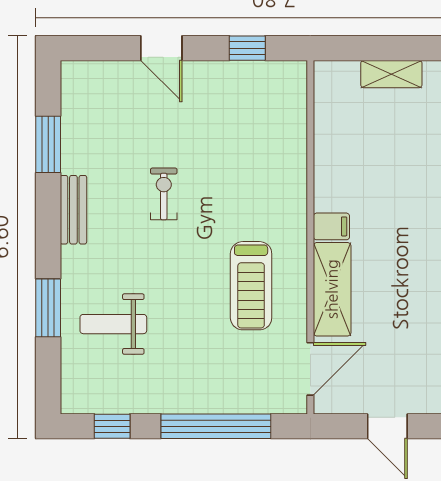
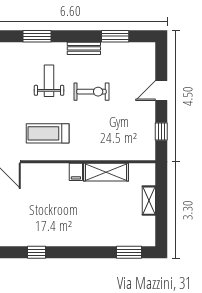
exercise bike: (164, 194) -> (91, 92), width x1.38, depth x1.39
shelving: (332, 289) -> (106, 172), moved
weight bench: (113, 324) -> (49, 81), moved

